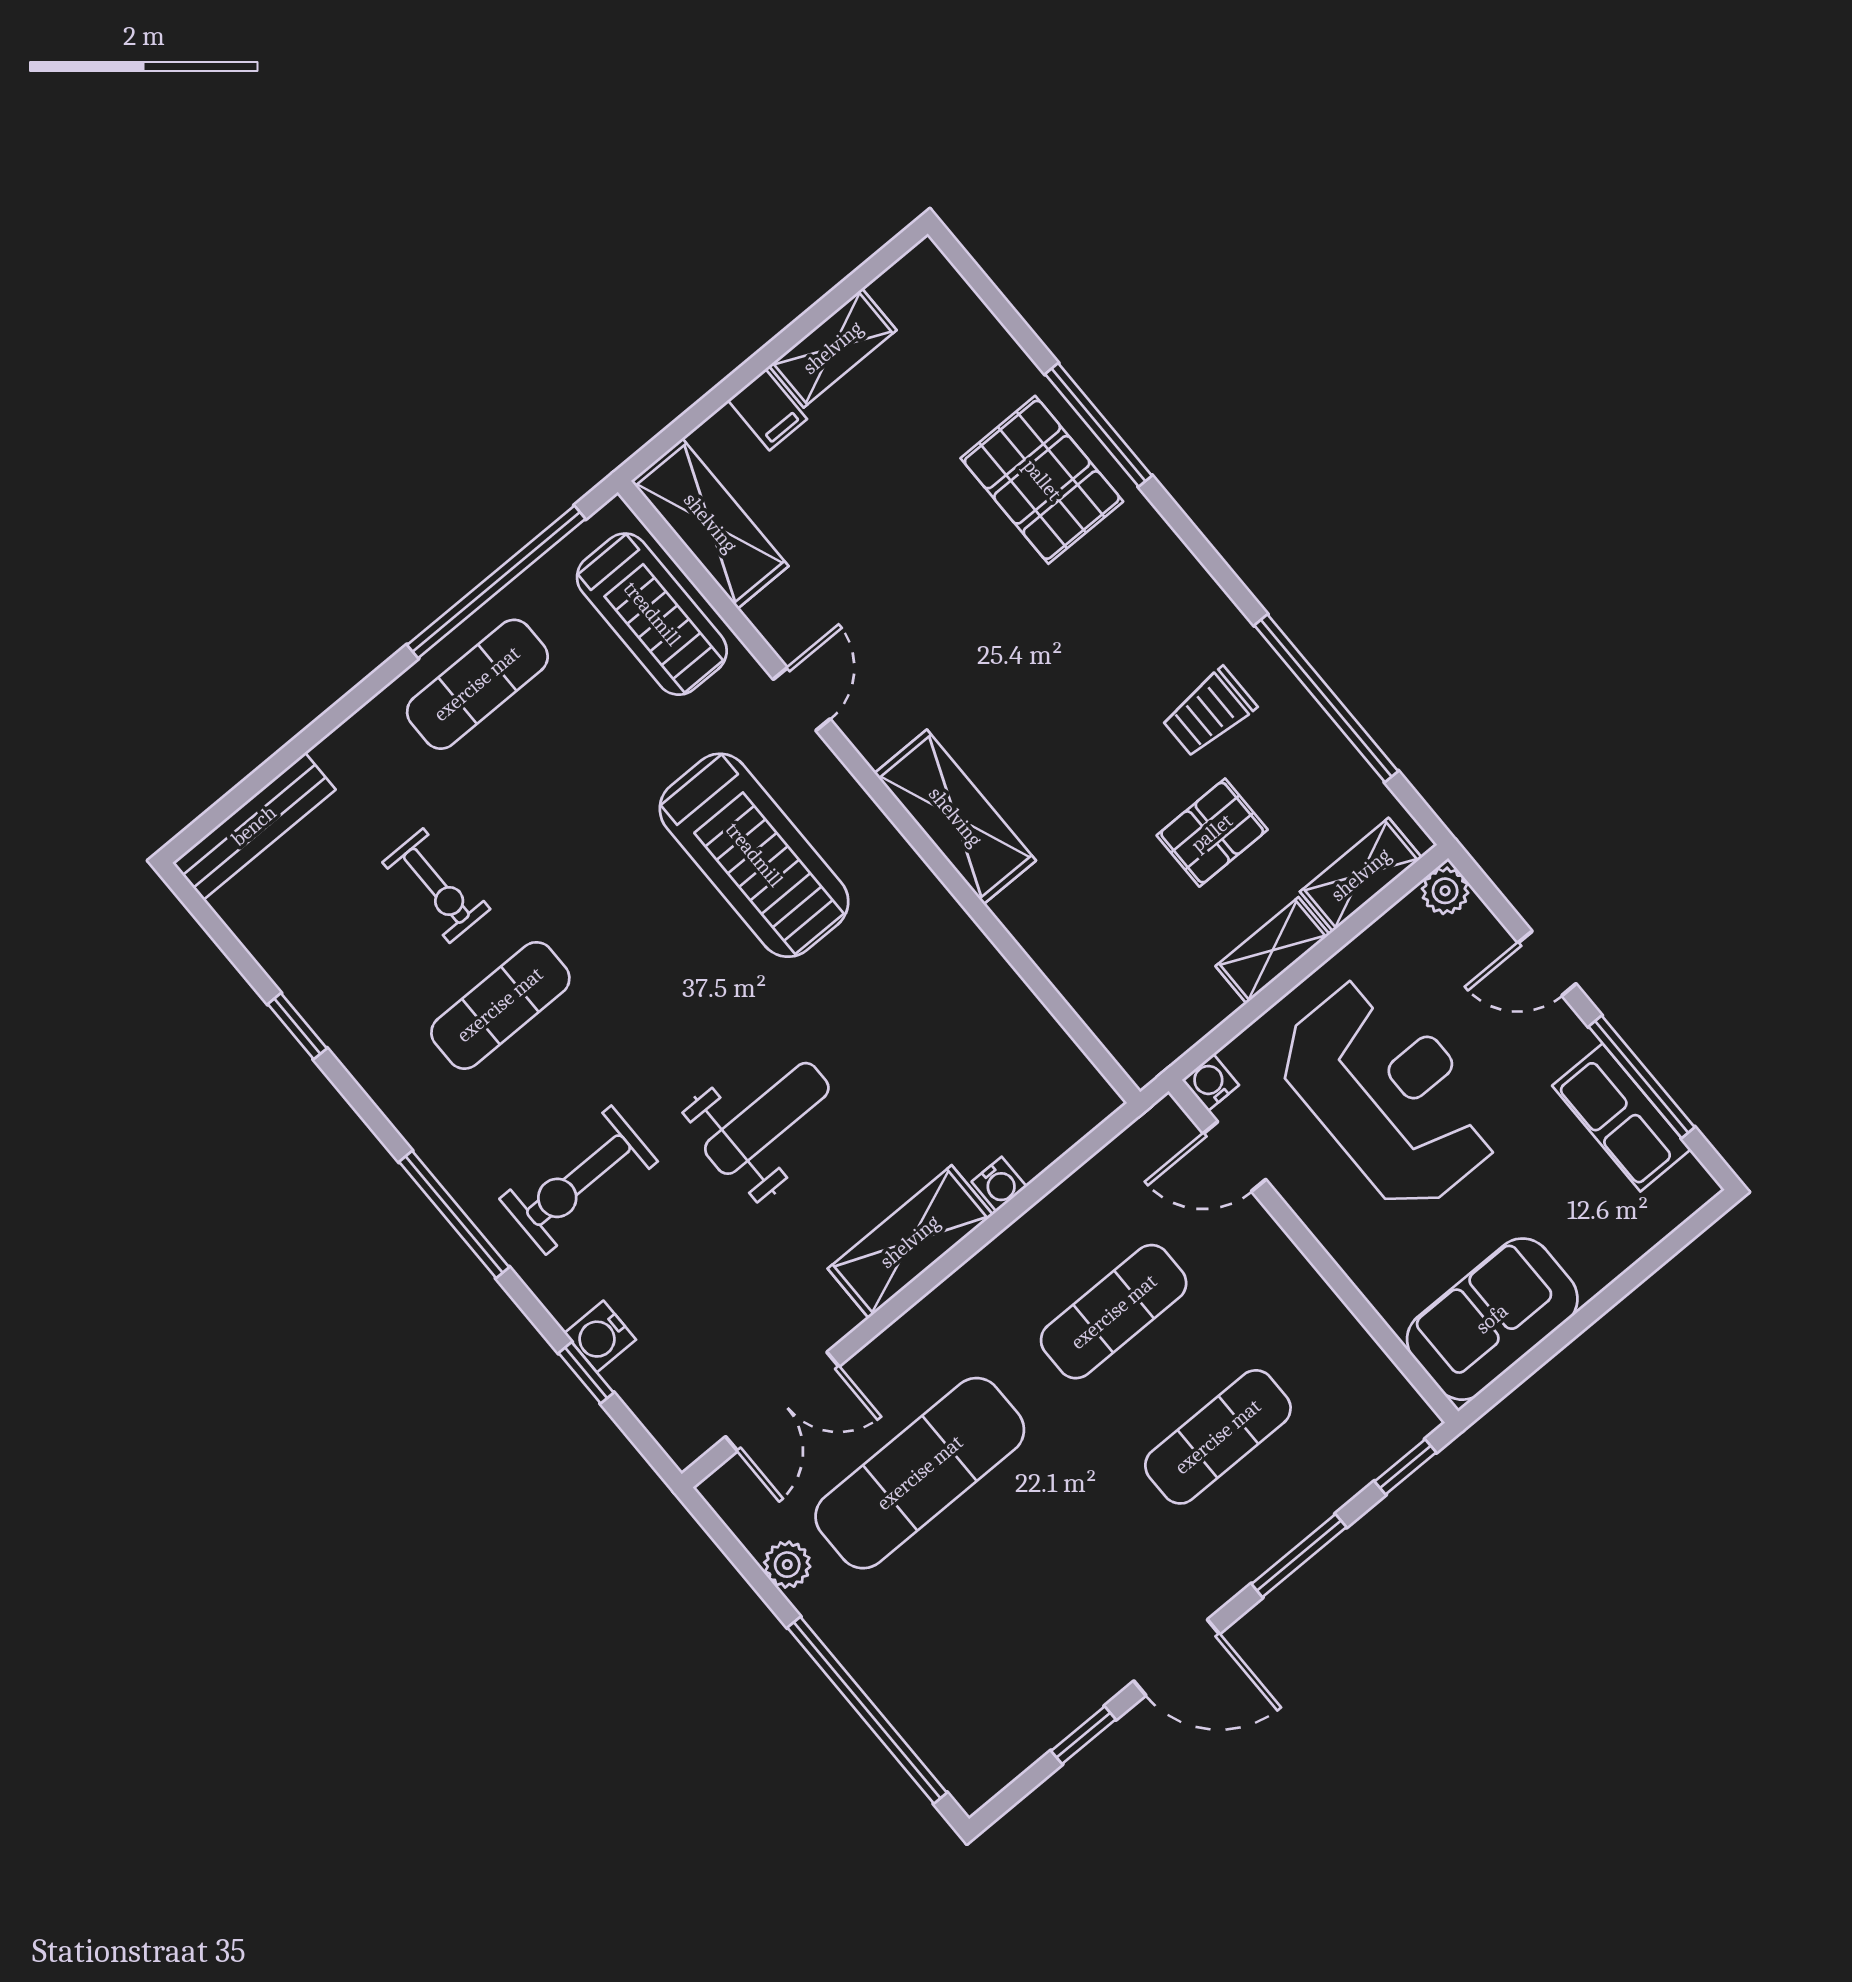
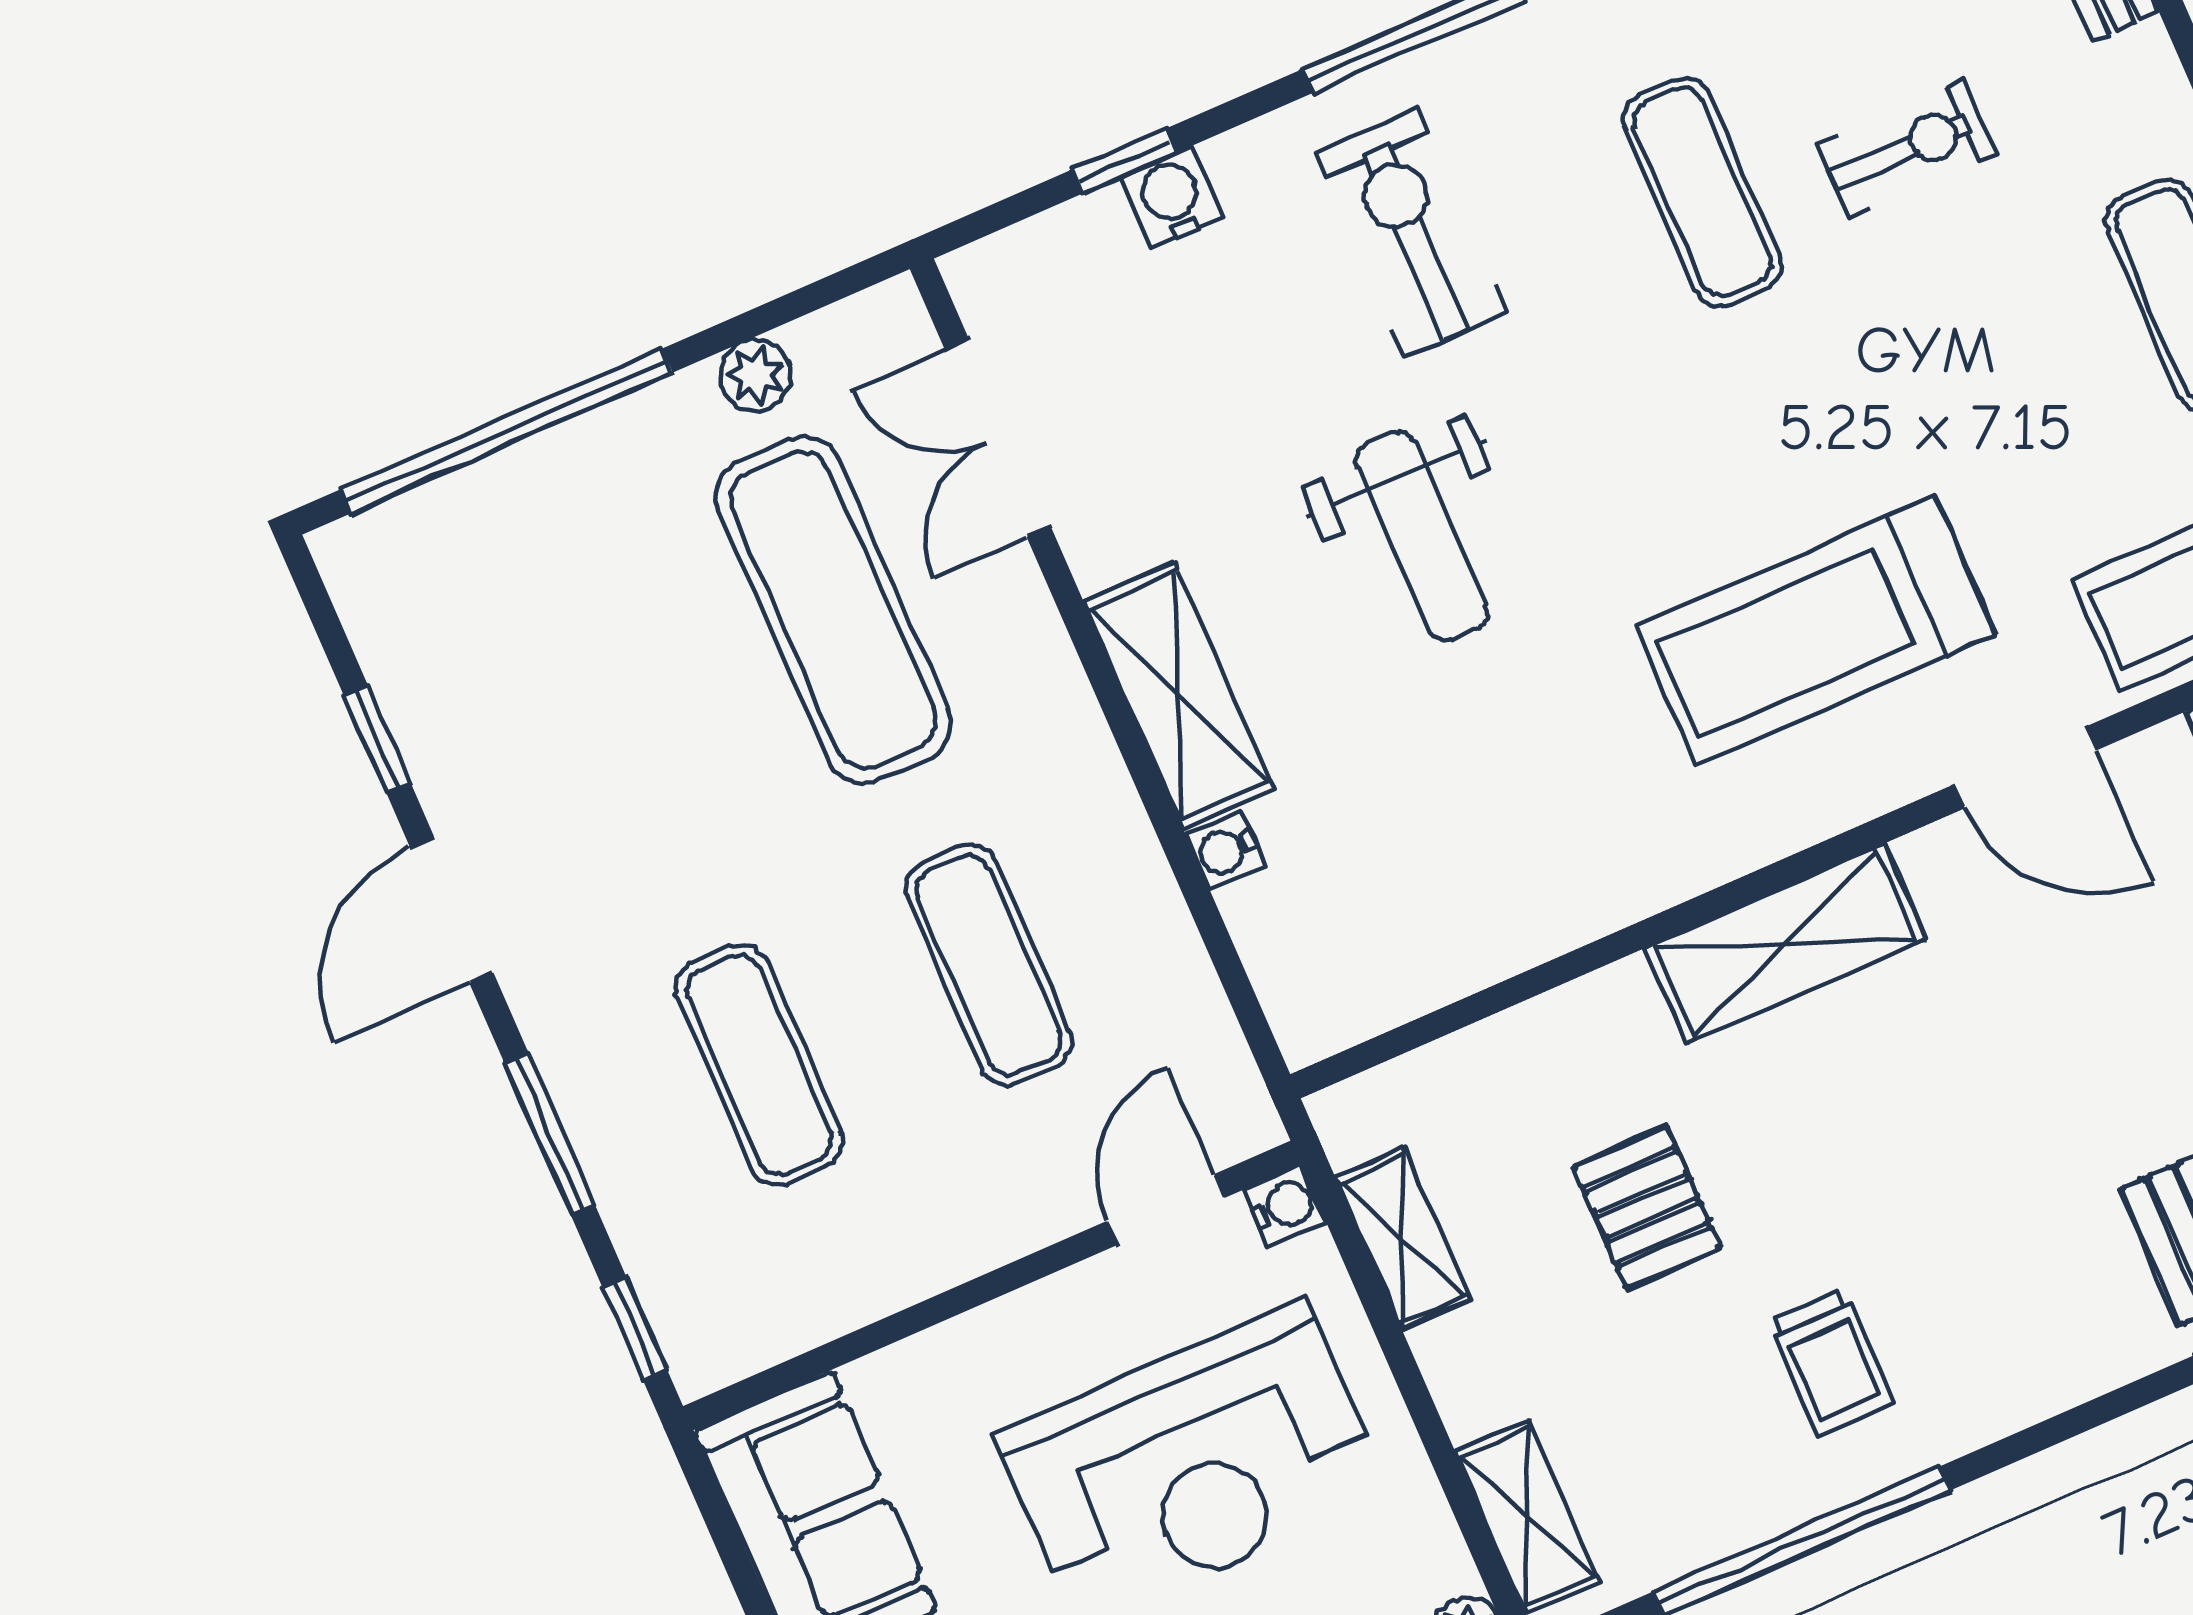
door: (802, 699) -> (2025, 767), width x1.38
trolley: (1209, 712) -> (1831, 1362), turned 180
pallet: (1212, 833) -> (1647, 1207), moved
exercise bike: (436, 886) -> (1906, 149), turned 180
shelving: (1273, 950) -> (1403, 1239), moved

